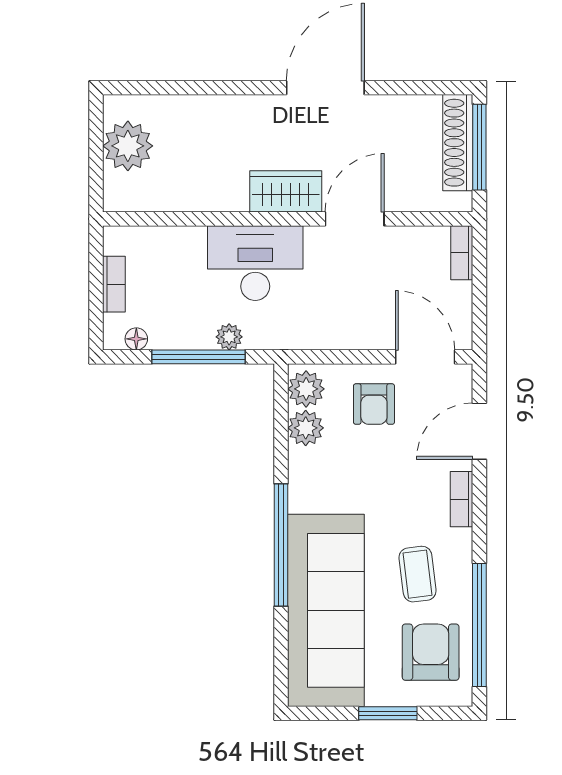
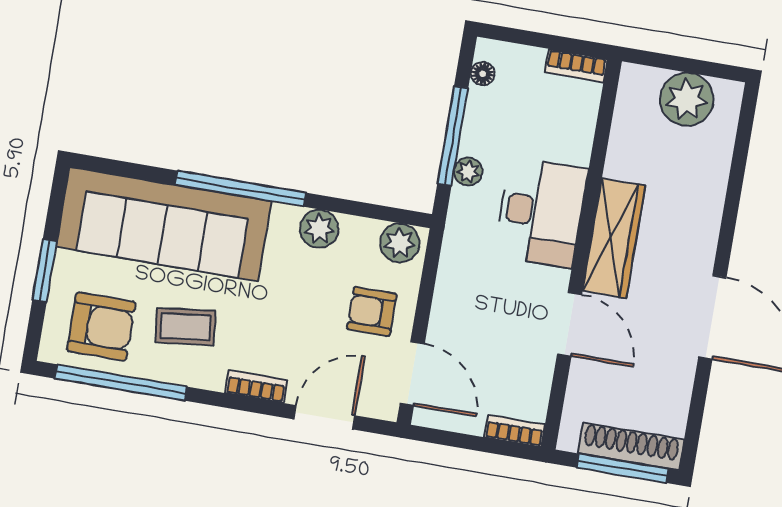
wardrobe: (286, 191) -> (614, 238), width x1.50
bookcase: (114, 284) -> (576, 66), moved
door: (425, 357) -> (412, 374), hinge flipped
plant: (306, 428) -> (319, 229), moved
door: (479, 431) -> (324, 417), hinge flipped

